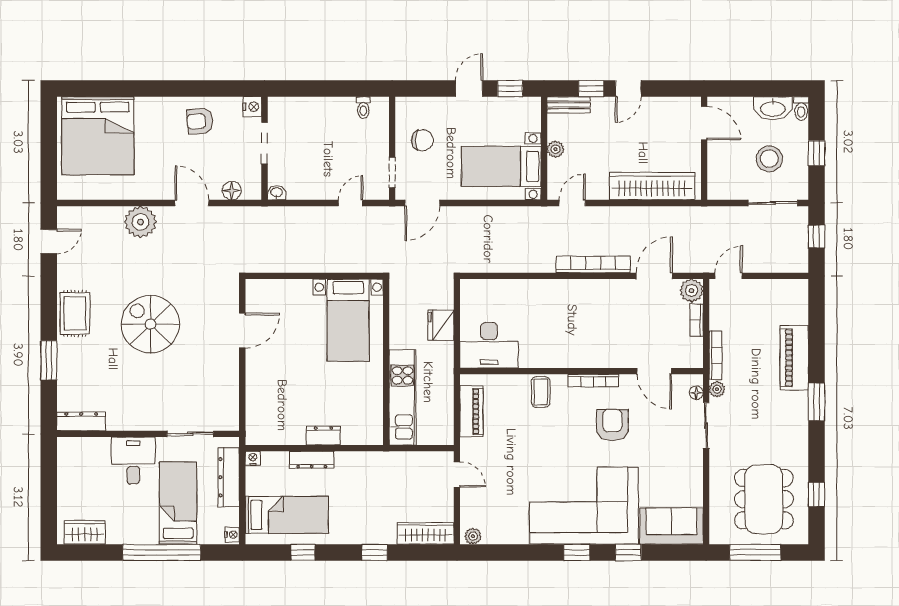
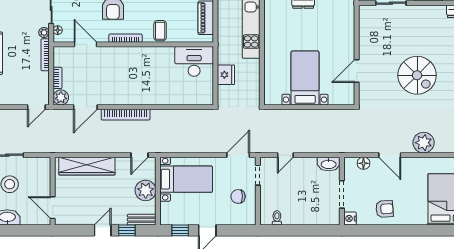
plant: (555, 149) -> (146, 190), width x1.88, depth x1.88
washbasin: (277, 193) -> (329, 164), width x1.91, depth x1.45
bed with nightstands: (348, 320) -> (305, 78), moved

